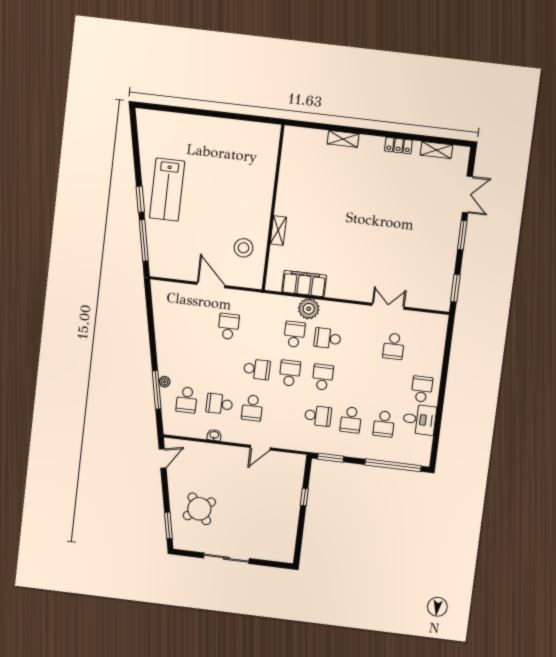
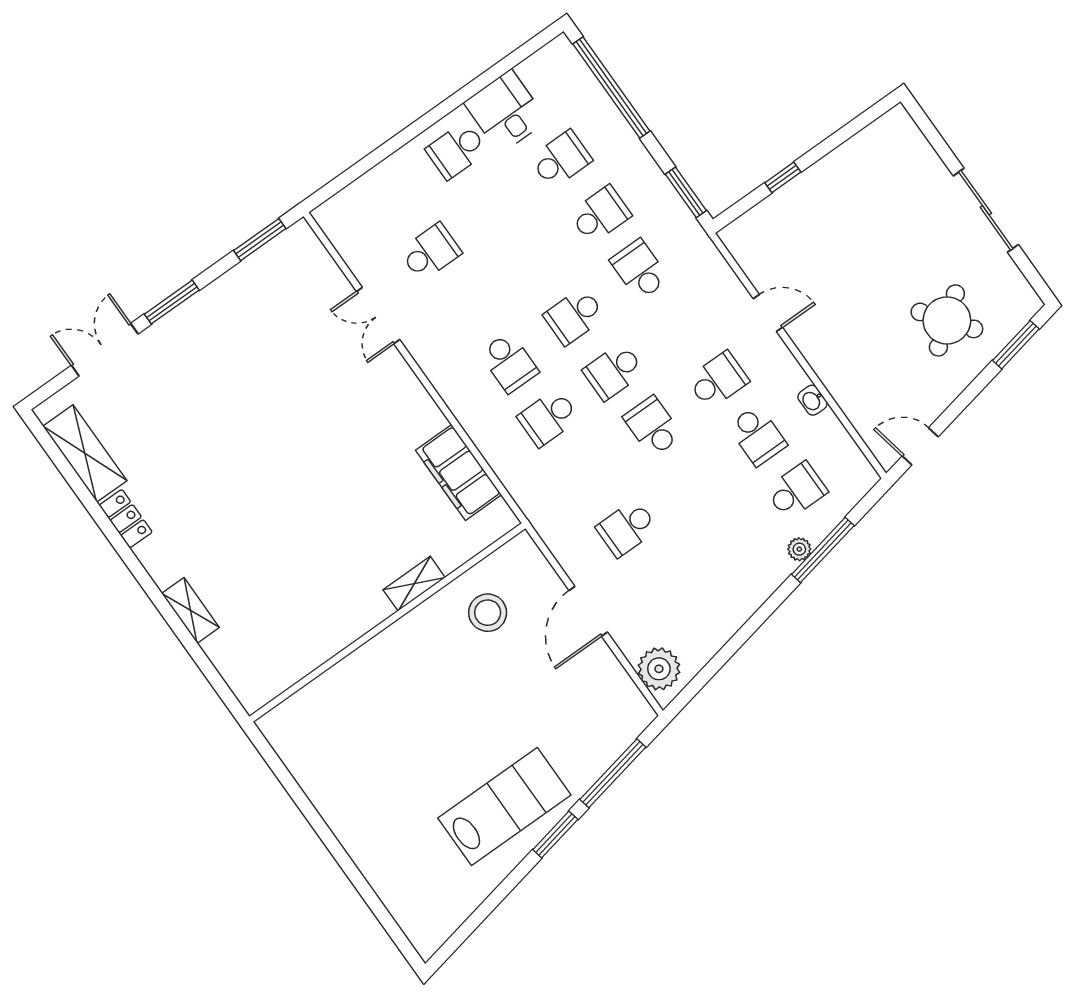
shelving: (436, 150) -> (85, 453), width x1.50, depth x1.33
plant: (309, 309) -> (659, 669), moved

